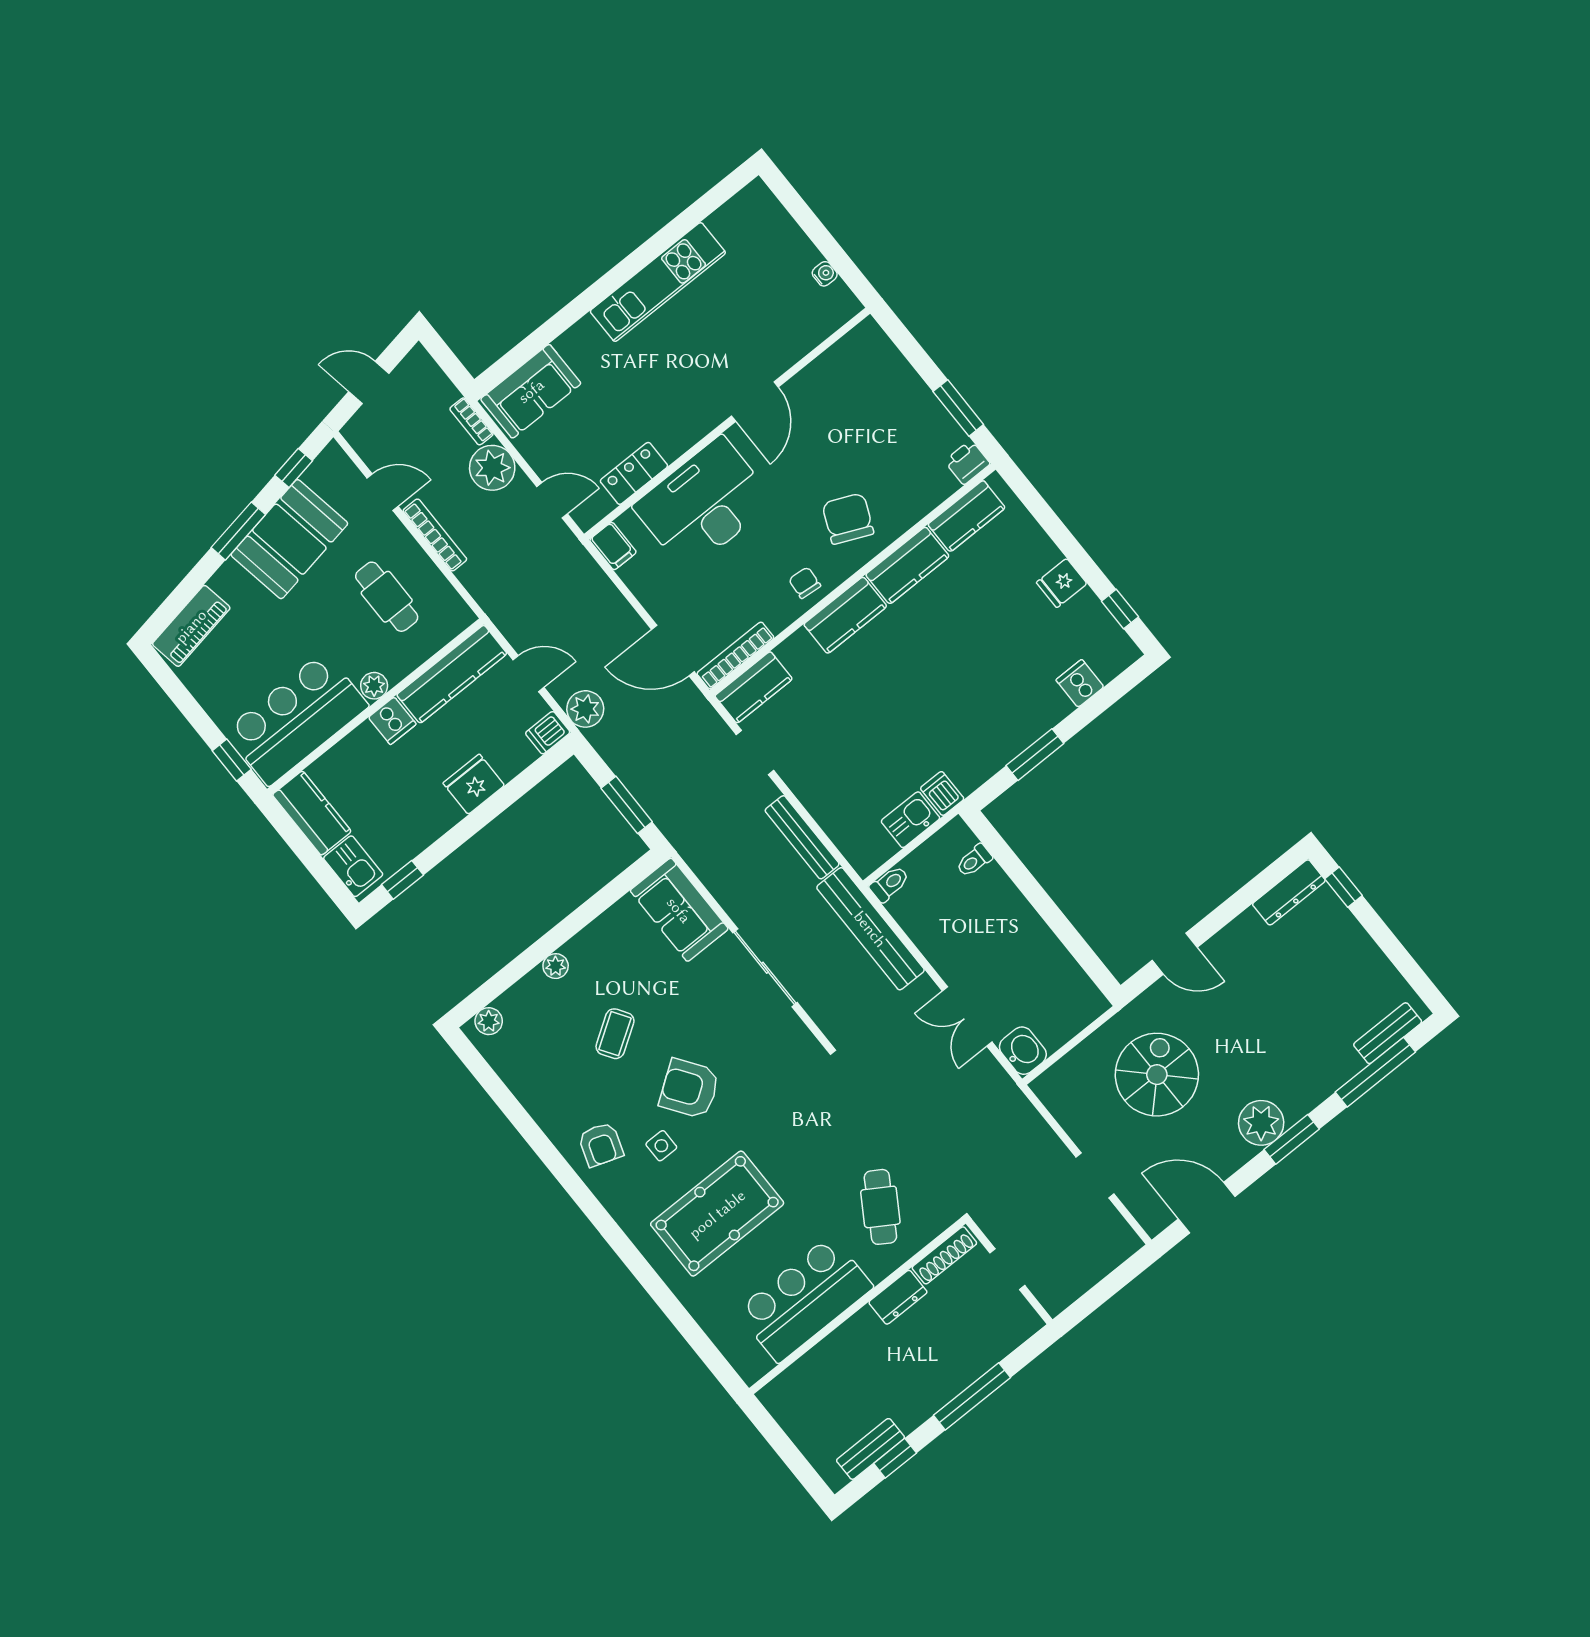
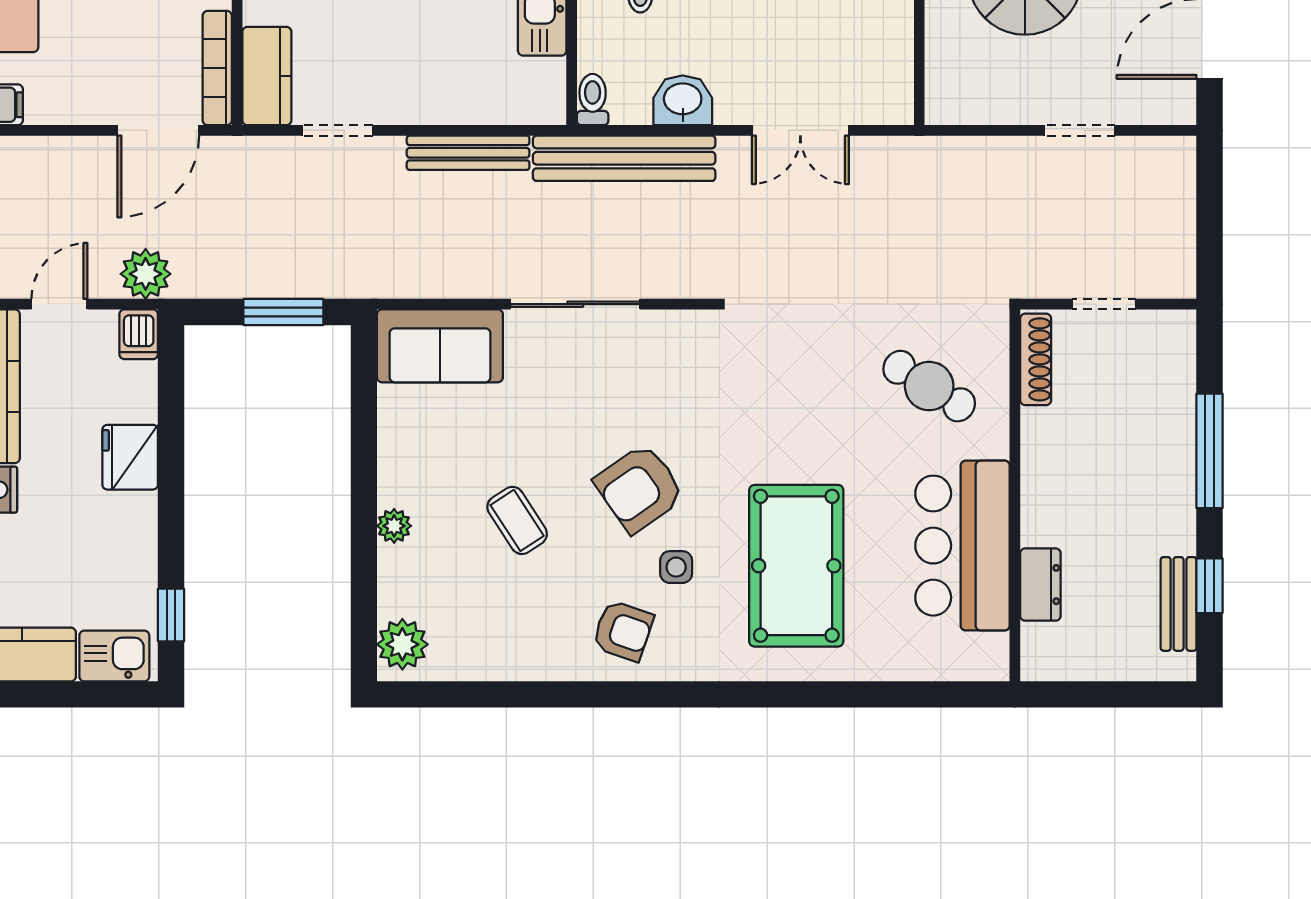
plant: (489, 1021) -> (402, 644), width x1.38, depth x1.38
washbasin: (1023, 1051) -> (683, 100), moved
dresser: (898, 1297) -> (1040, 585), moved

